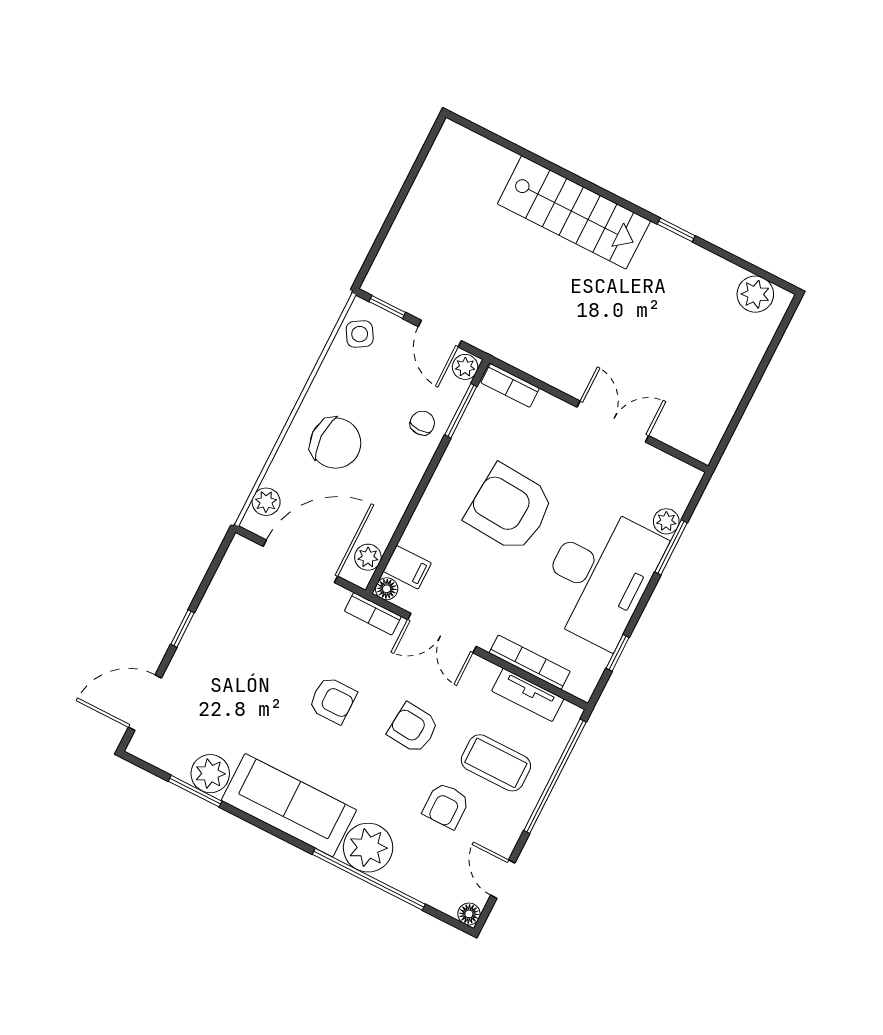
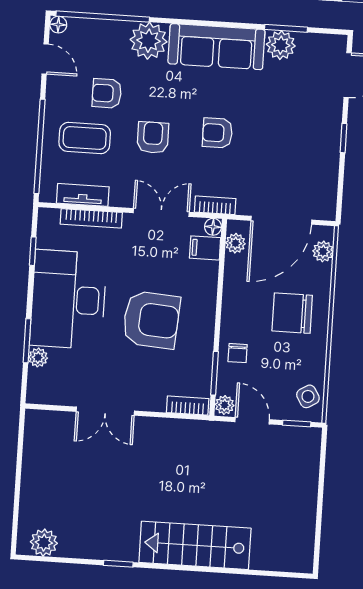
armchair: (413, 728) -> (153, 138), turned -95
armchair: (446, 806) -> (107, 93), turned -90
window: (369, 879) -> (103, 17), moved

